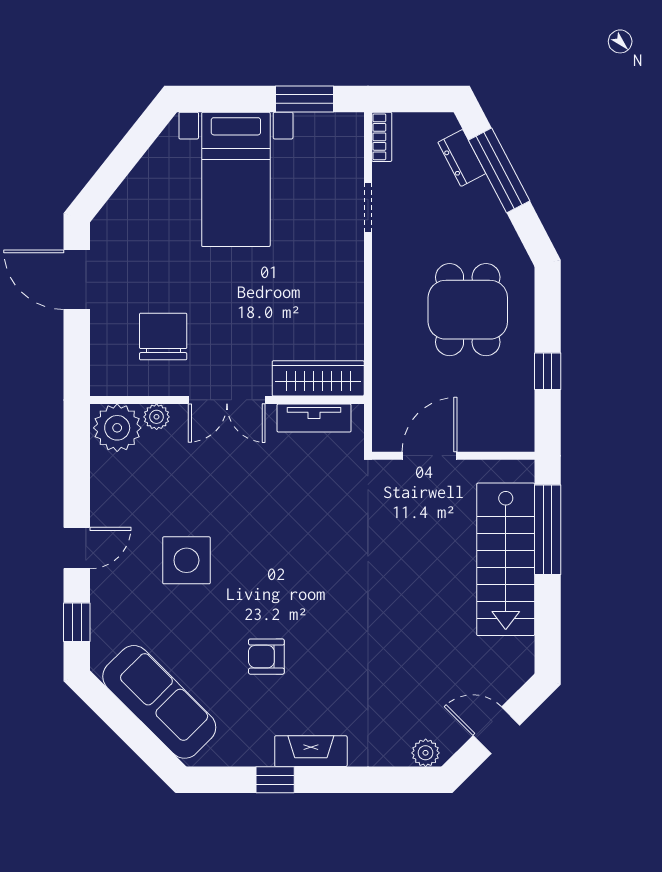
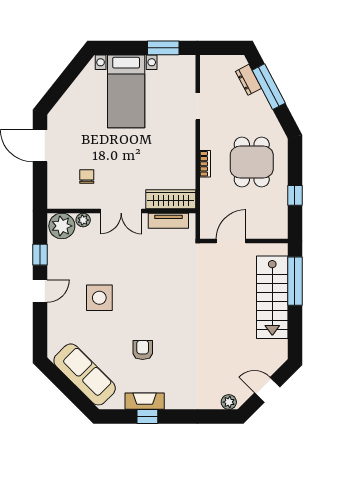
bookcase: (382, 137) -> (205, 164), moved
chair: (163, 337) -> (87, 177), width x0.54, depth x0.54
window: (77, 622) -> (40, 255), moved
armchair: (266, 657) -> (143, 350), turned 90
fireplace: (311, 751) -> (145, 401), moved

